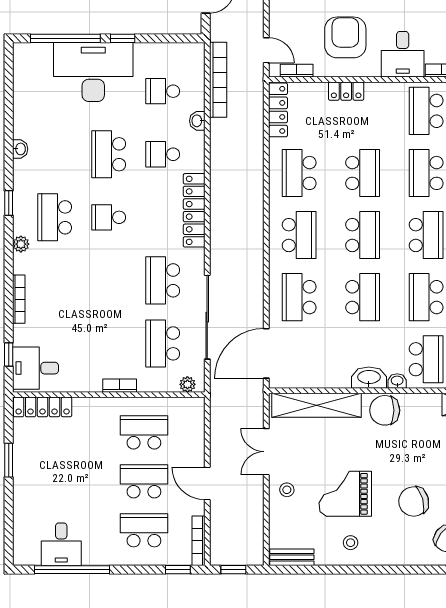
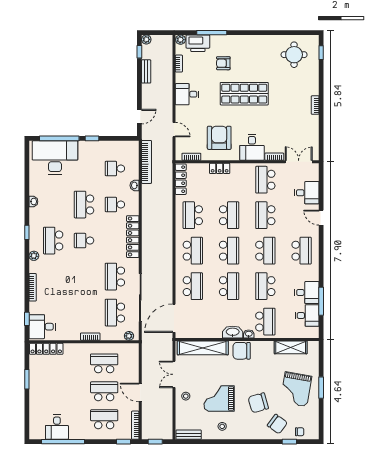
door: (266, 50) -> (174, 130), moved
desk: (93, 72) -> (55, 158), moved
school desk: (299, 297) -> (193, 286), turned 180

